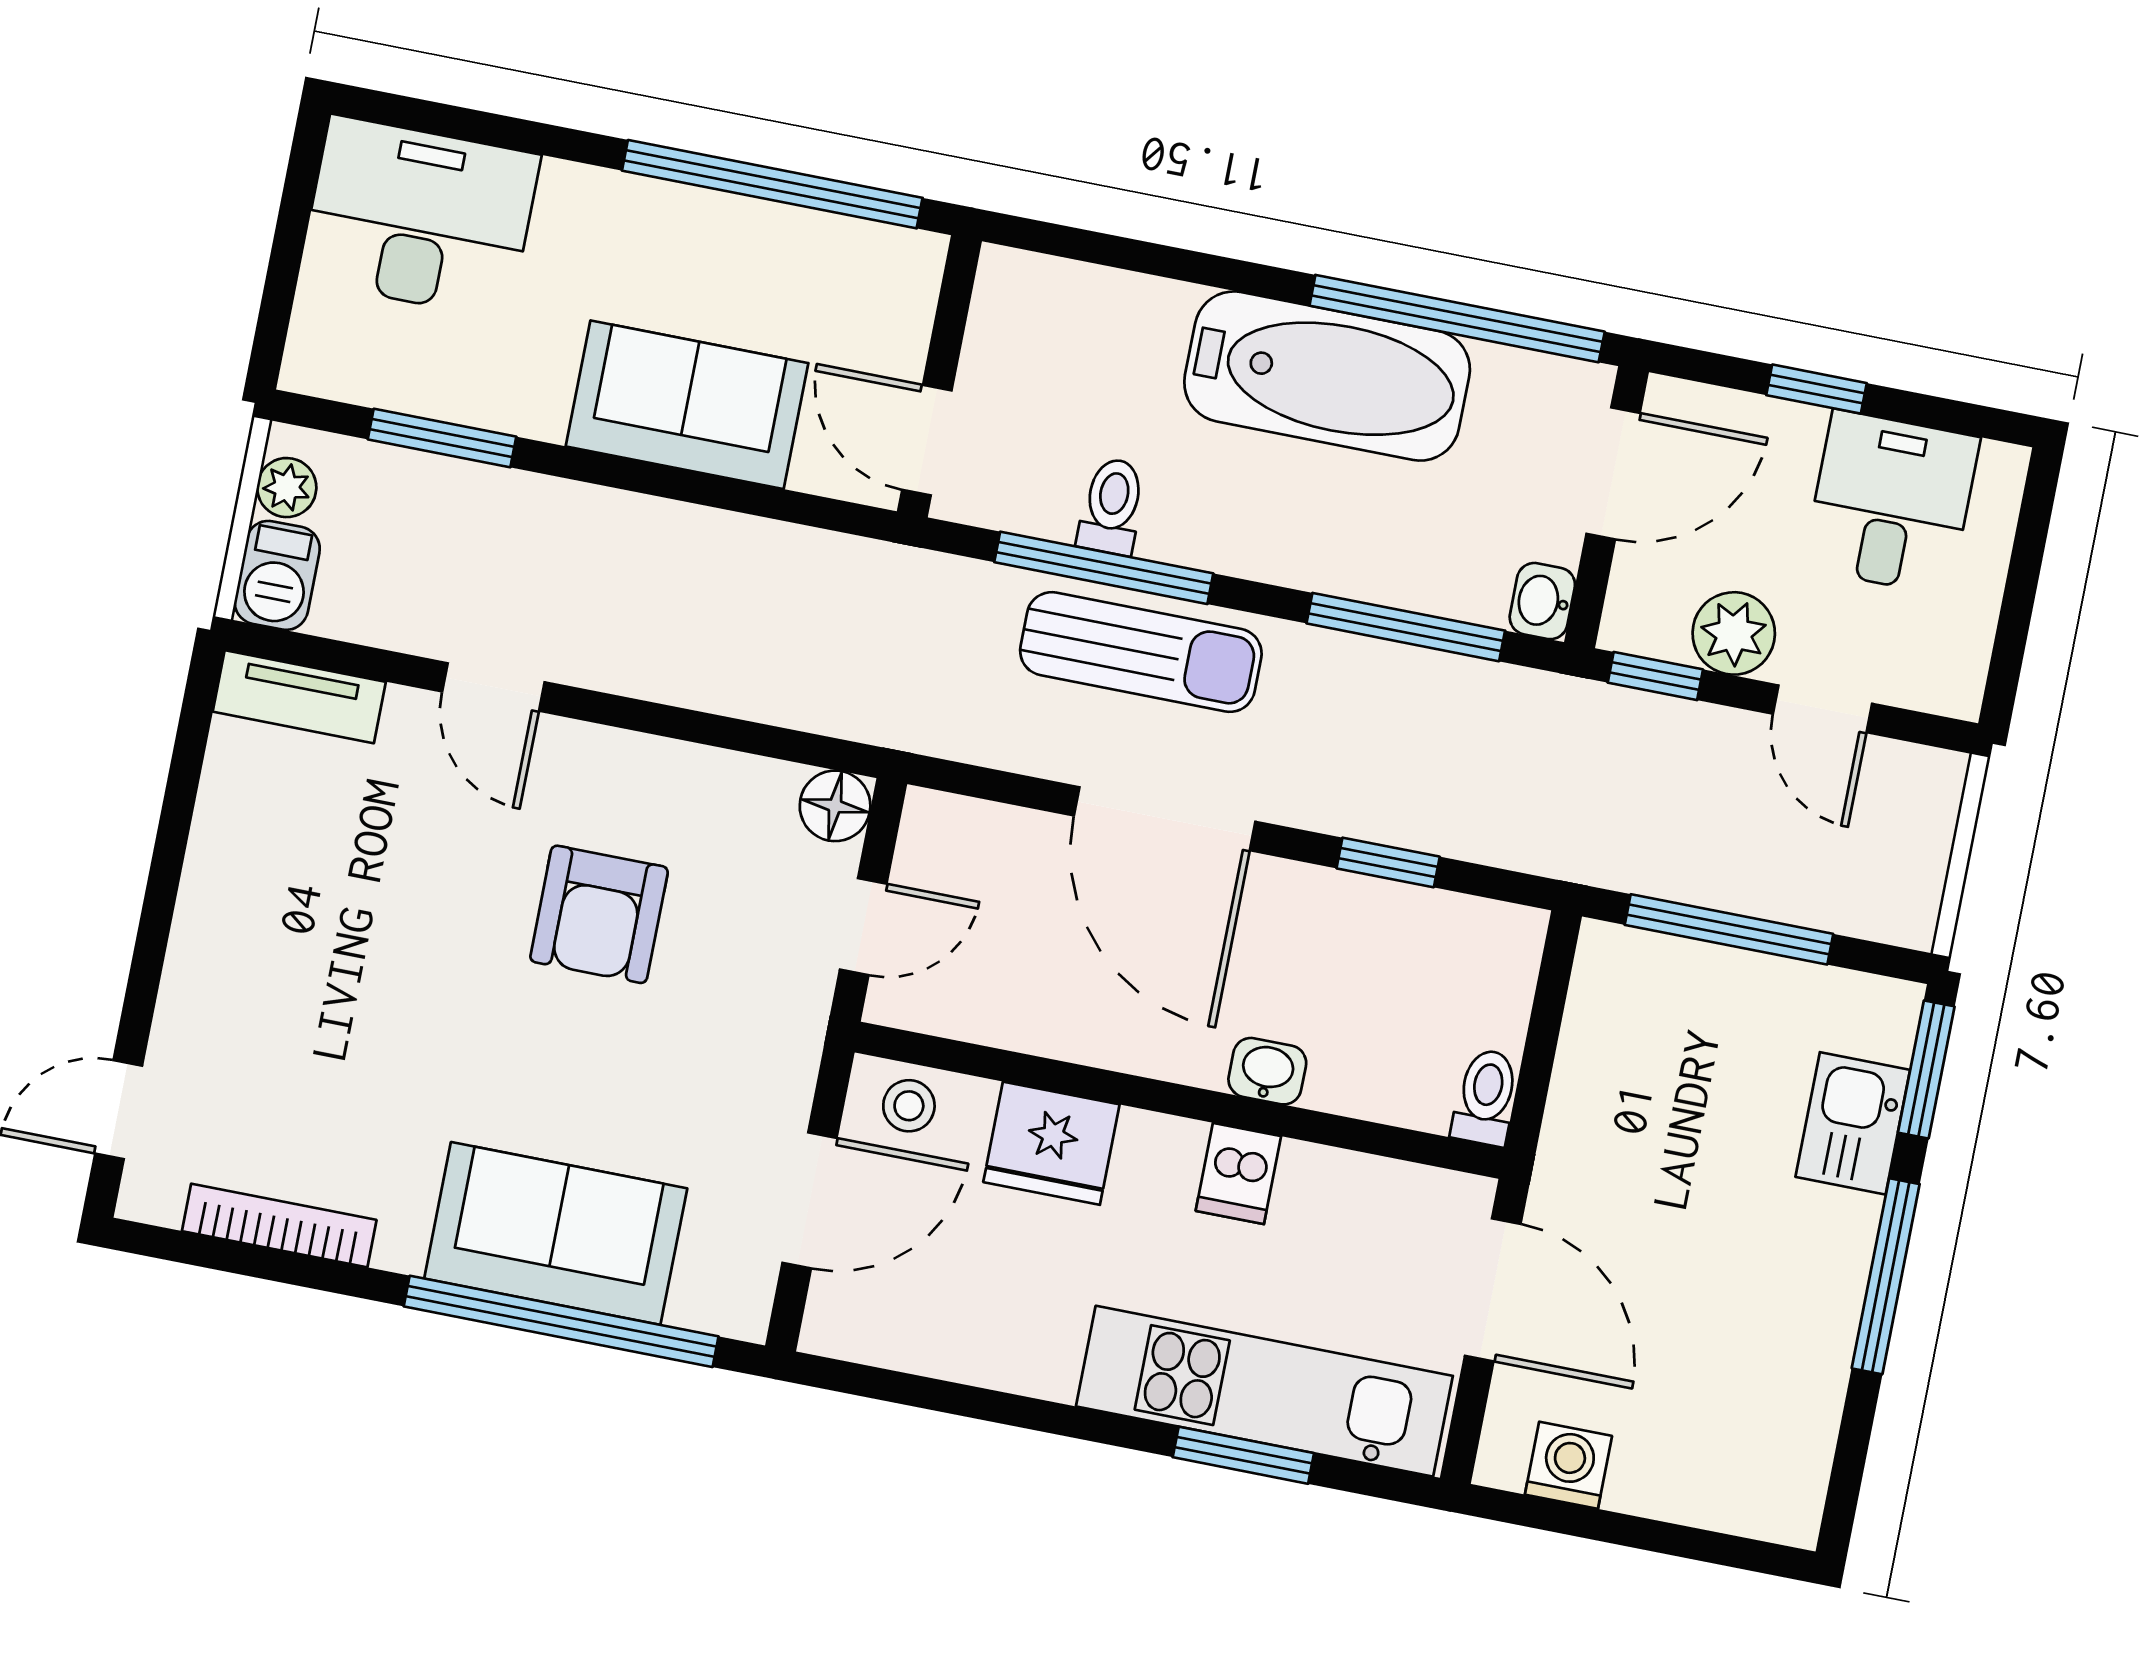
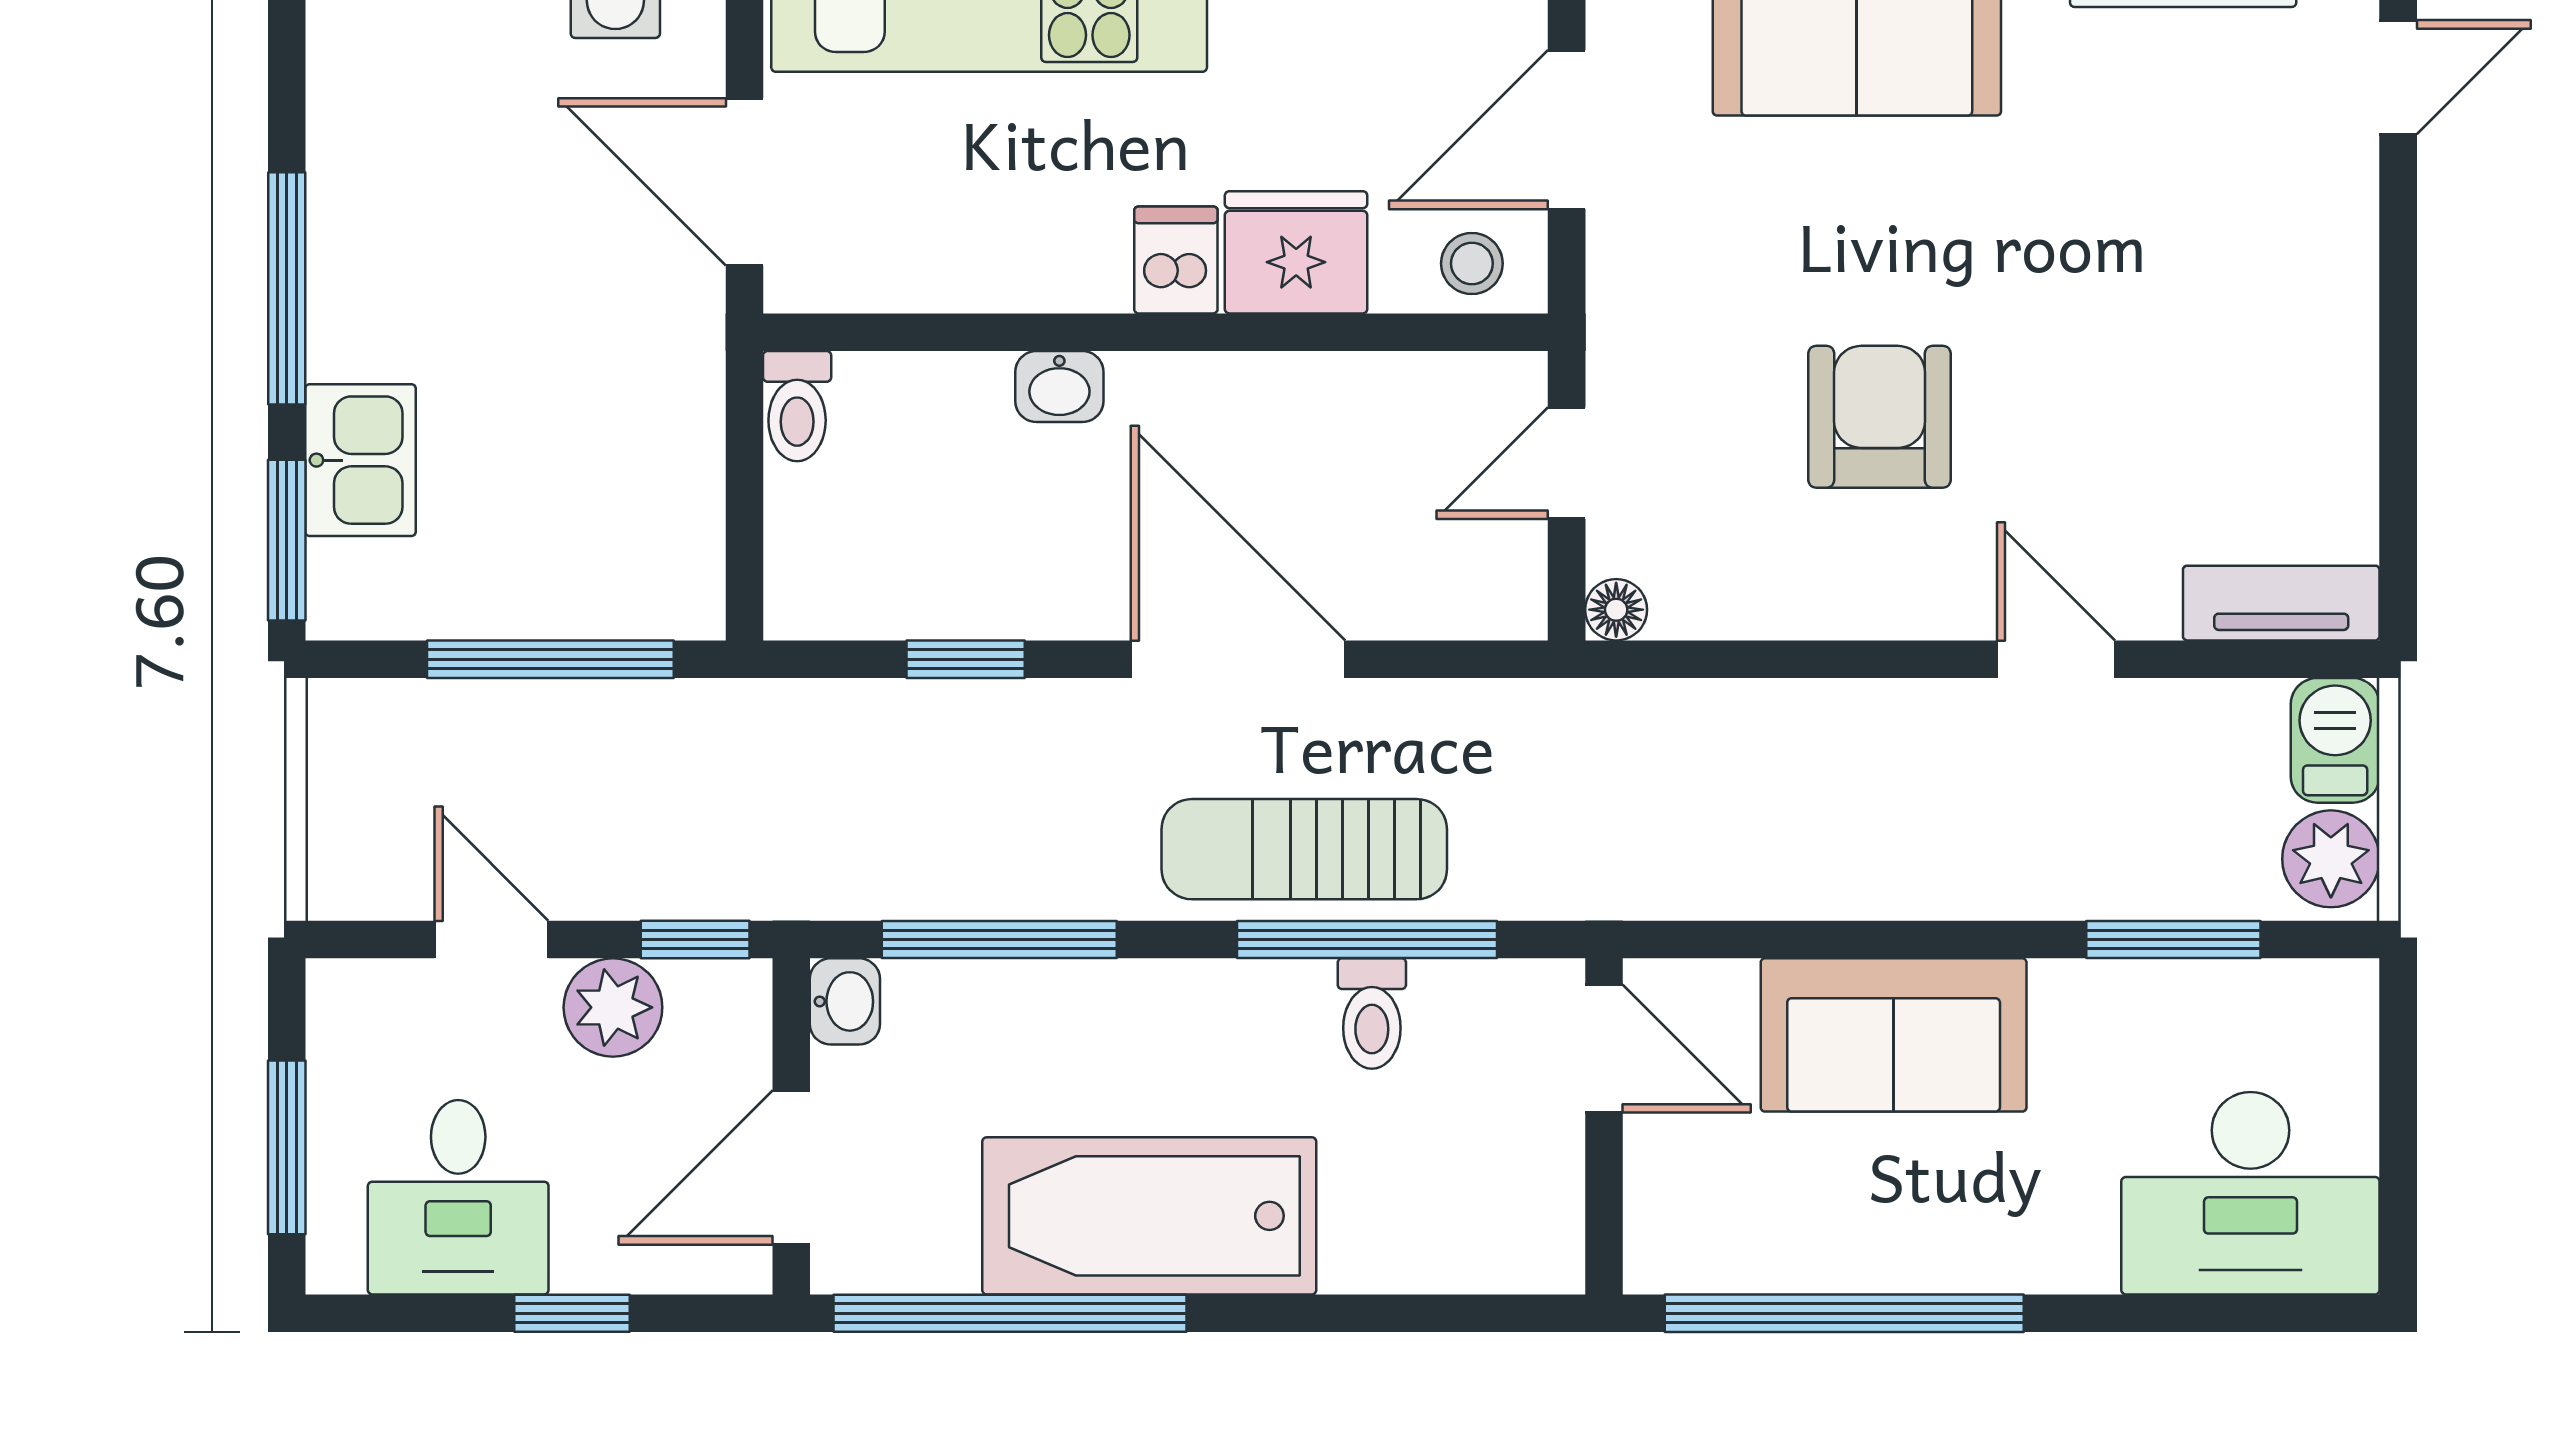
plant: (287, 488) -> (2331, 859), width x1.38, depth x1.38
window: (2024, 571) -> (287, 1147), added
floor lamp: (835, 806) -> (1616, 610), width x0.73, depth x0.73
dishwasher: (1238, 1173) -> (1176, 260), moved

